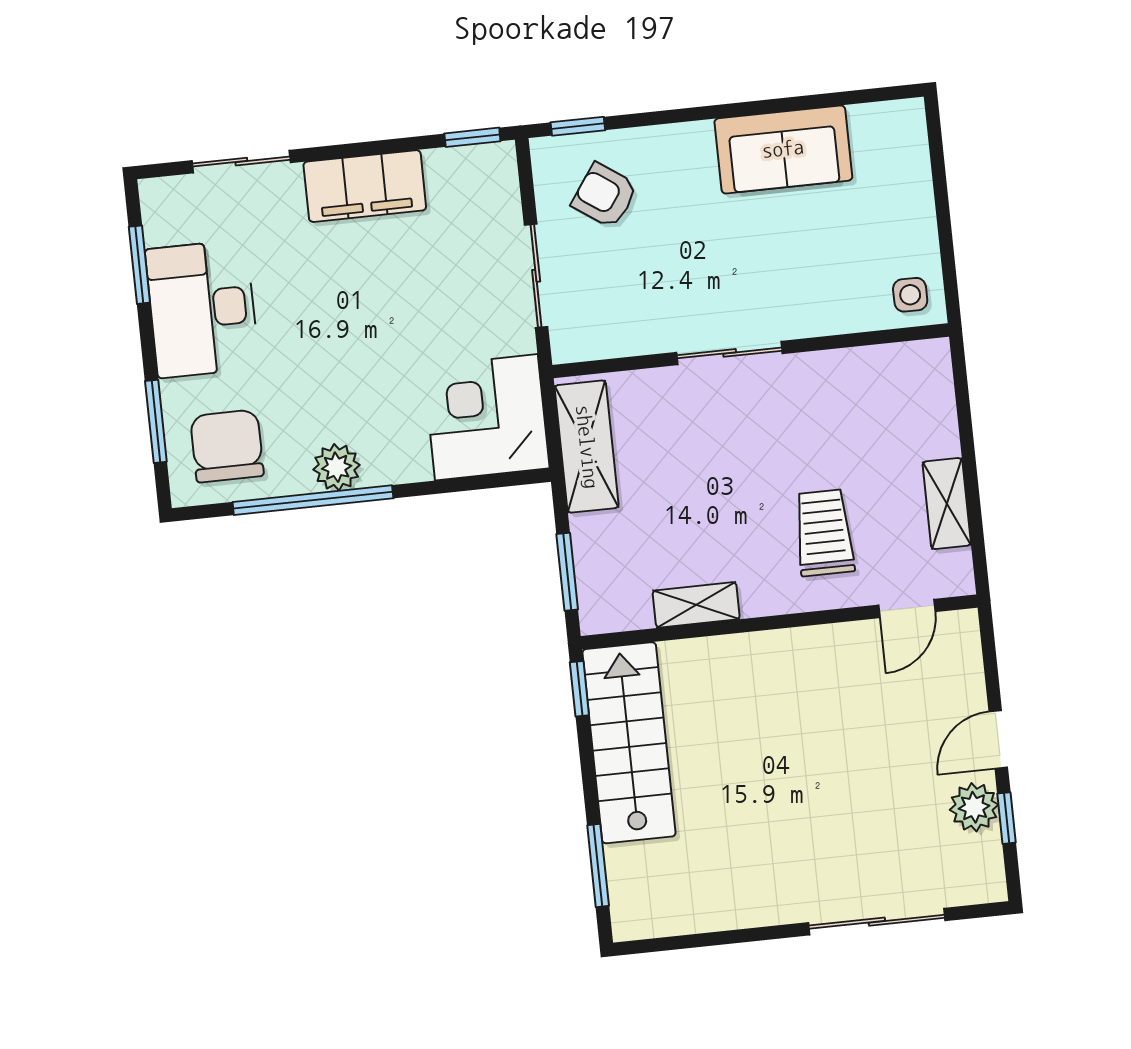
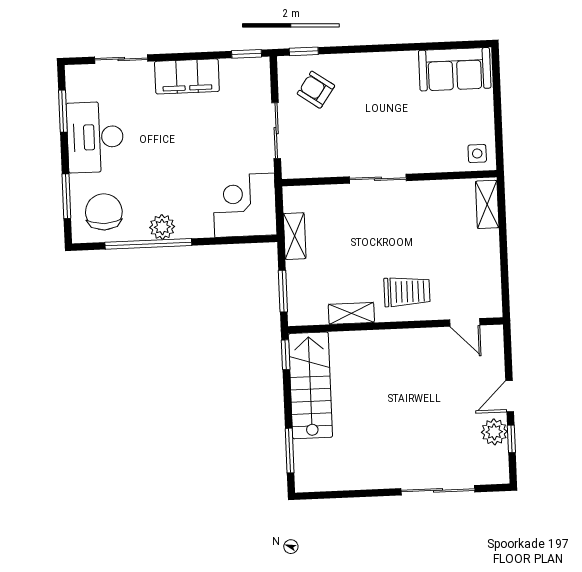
sofa: (783, 149) -> (455, 69), moved
shelving: (587, 447) -> (295, 236), width x0.67, depth x0.75
shelving: (947, 504) -> (487, 204), moved
trolley: (824, 533) -> (407, 292), moved, turned 90
door: (907, 608) -> (465, 322), hinge flipped

